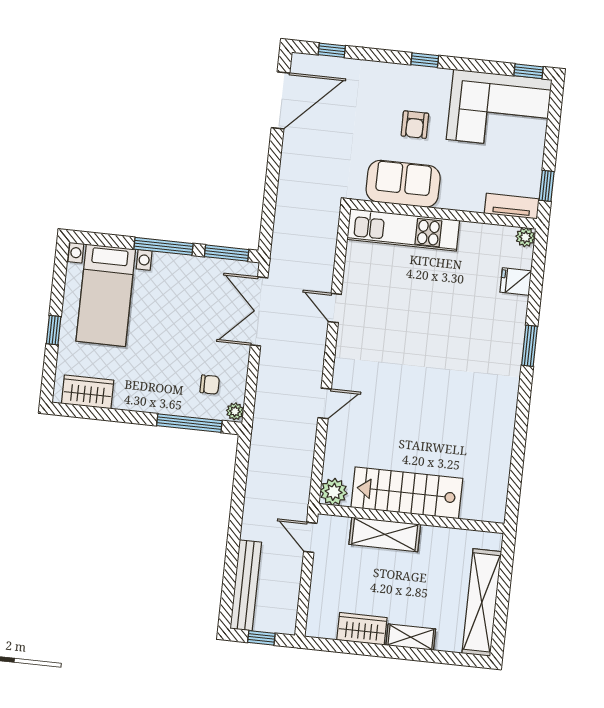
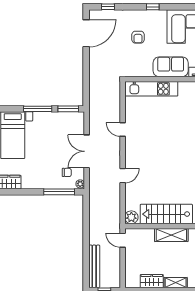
armchair: (415, 125) -> (138, 37), moved
sofa: (403, 184) -> (171, 67), moved
double door: (259, 311) -> (87, 151), moved
shelving: (385, 534) -> (171, 235), moved

